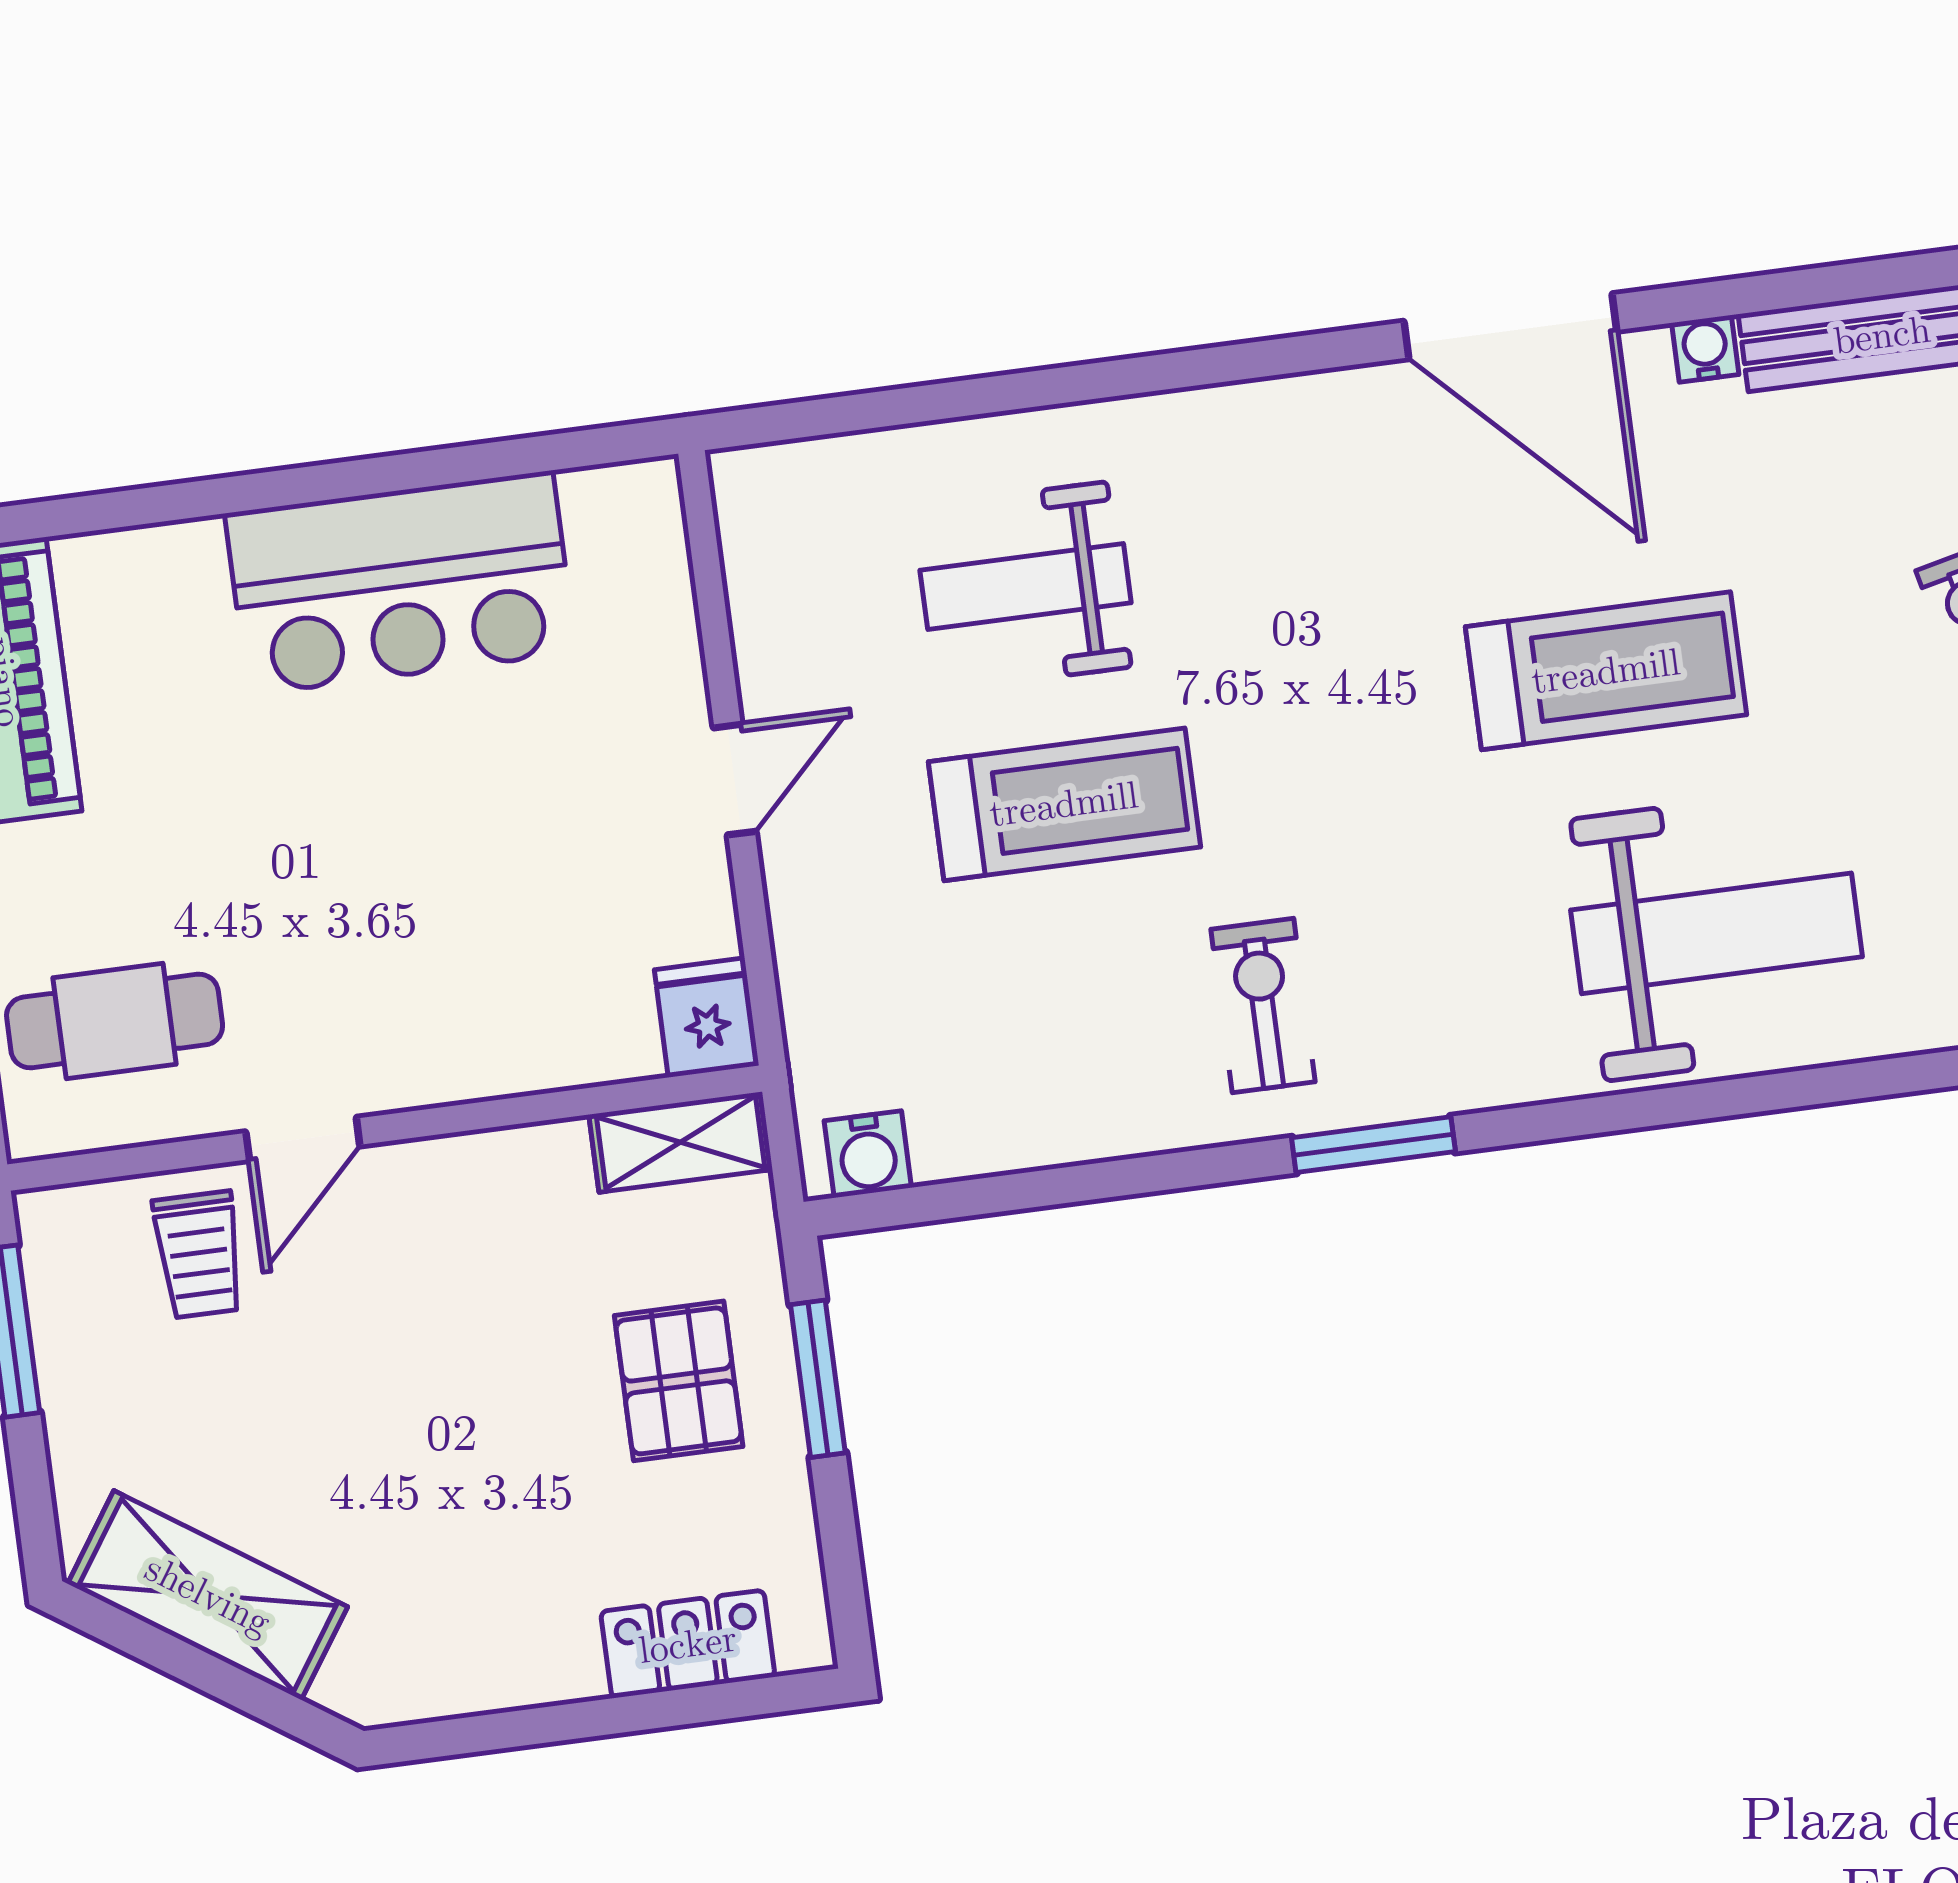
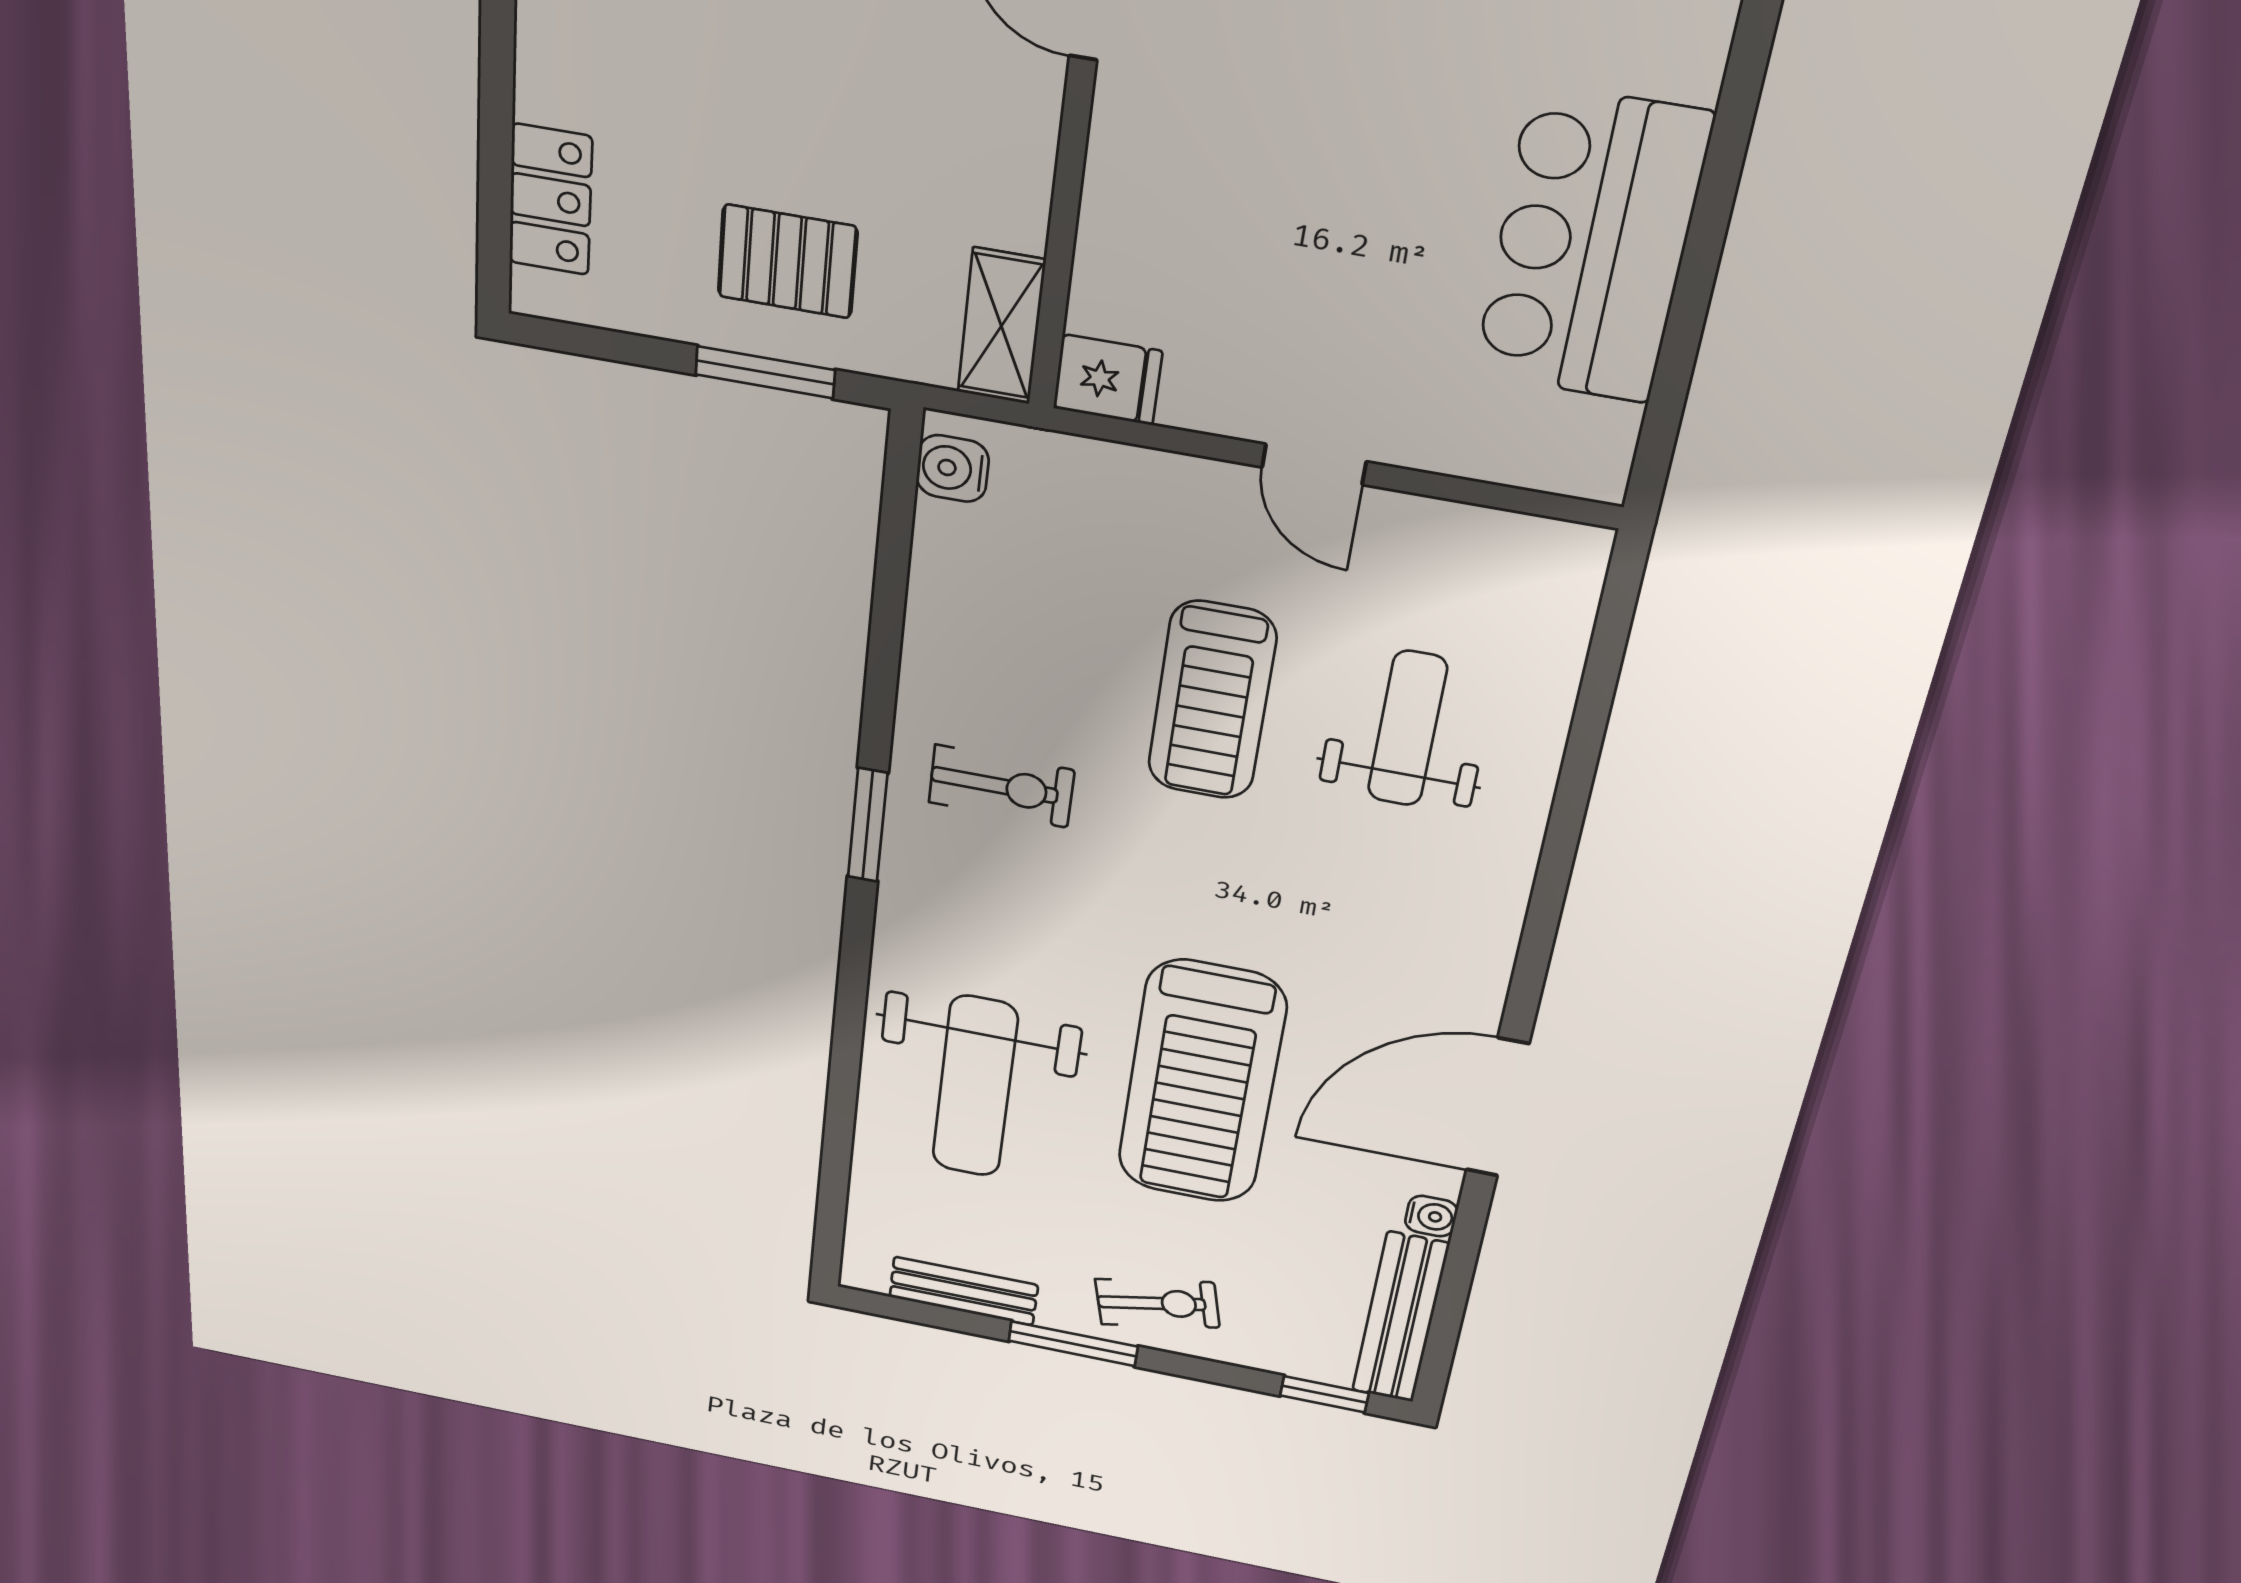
treadmill: (1606, 671) -> (1201, 1083), width x1.37, depth x1.37

